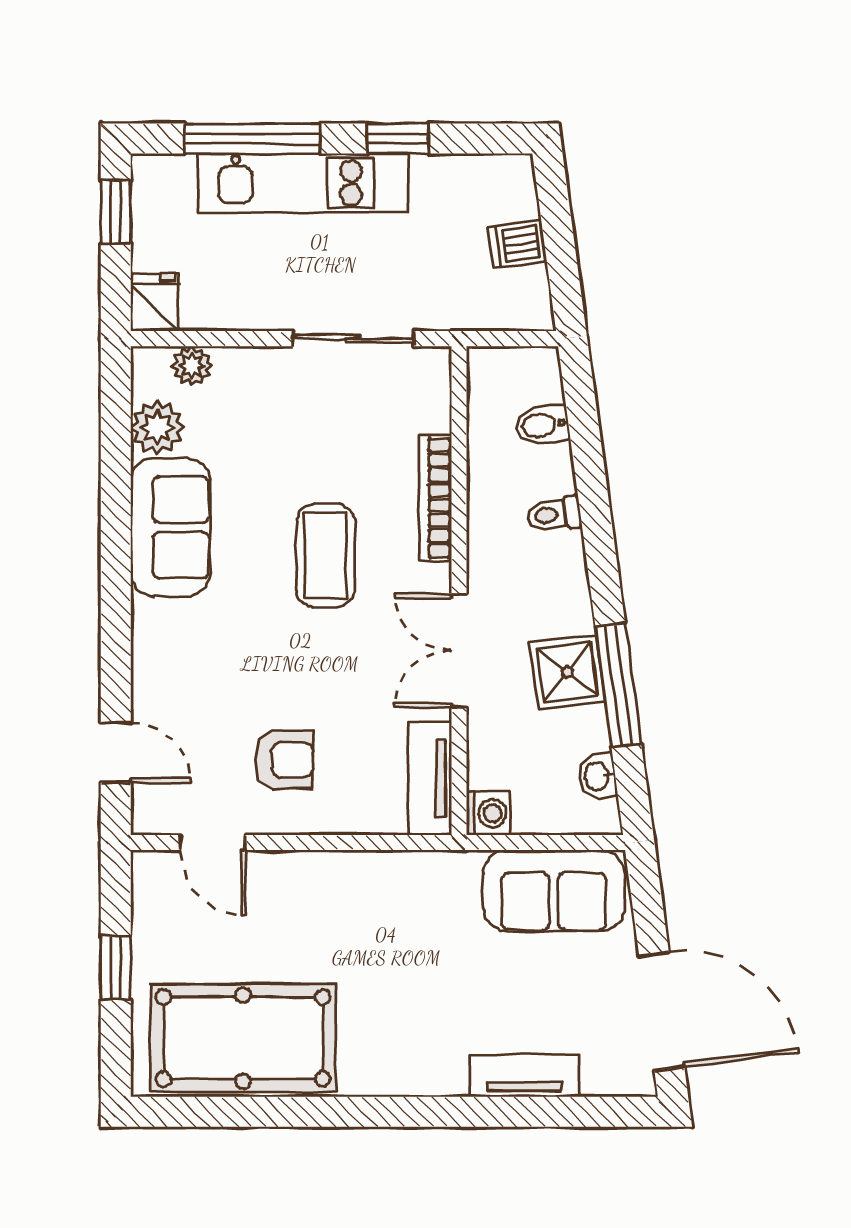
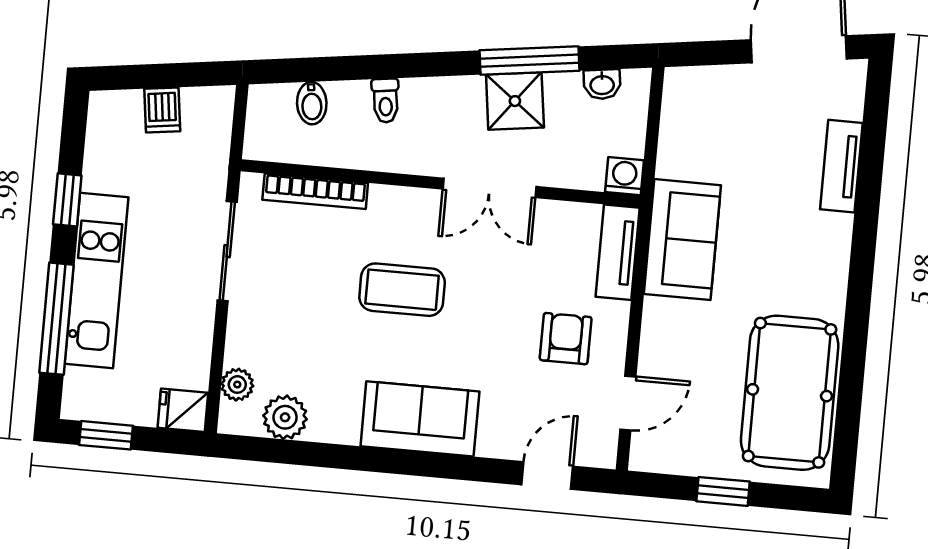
bookcase: (435, 498) -> (315, 191), moved
sofa: (171, 527) -> (420, 419), moved
tv unit: (430, 778) -> (618, 252), moved, turned 90
sofa: (554, 891) -> (682, 240), moved

